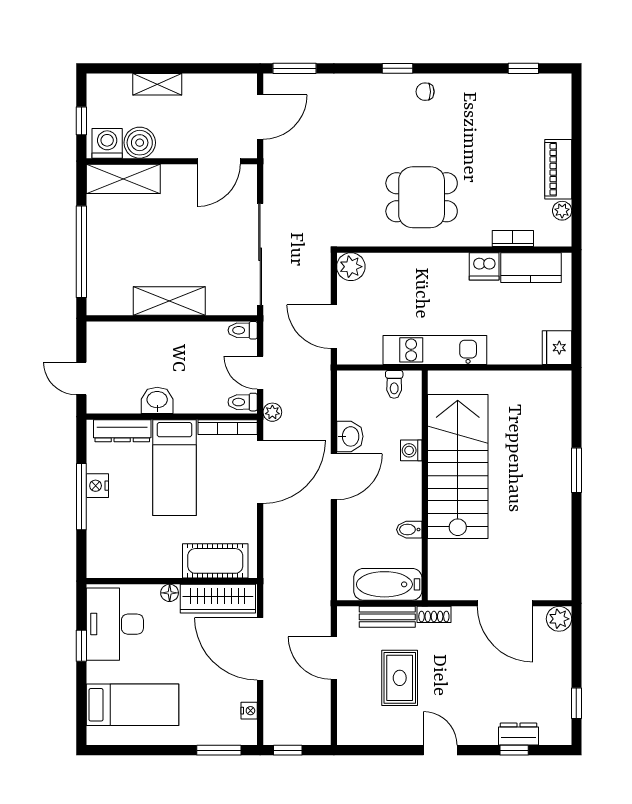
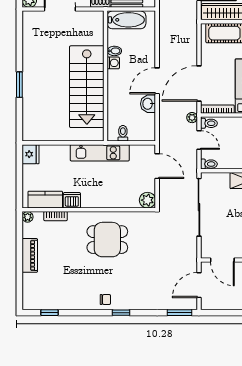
door: (219, 161) -> (222, 260), swing flipped
plant: (562, 211) -> (28, 217), moved
washing machine: (411, 450) -> (113, 63), moved

